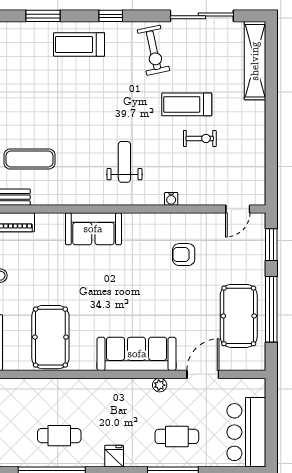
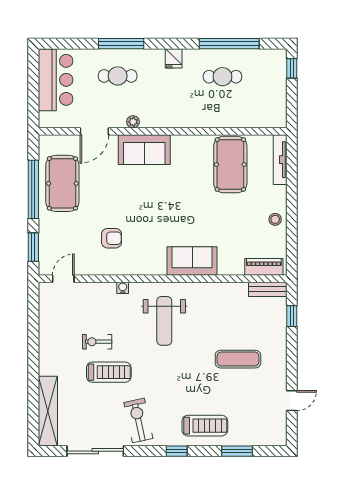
exercise mat: (29, 159) -> (238, 359), moved
weight bench: (124, 162) -> (164, 321), width x1.36, depth x1.33
sofa: (137, 354) -> (144, 150), width x0.73

